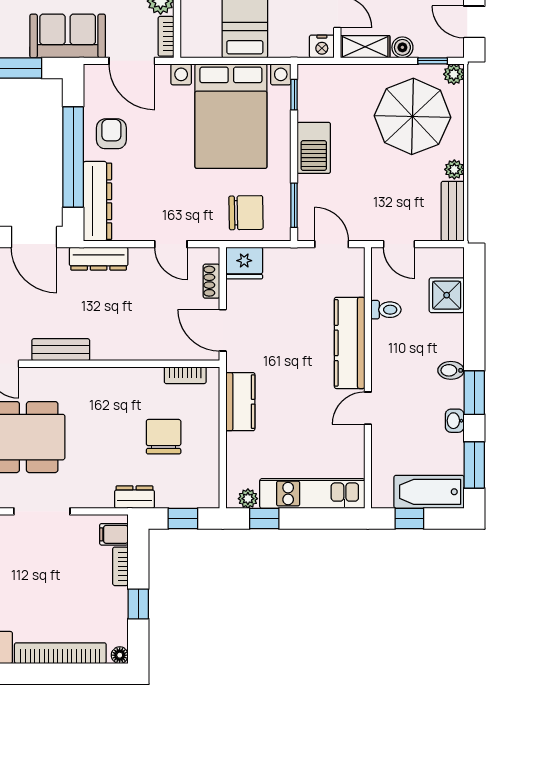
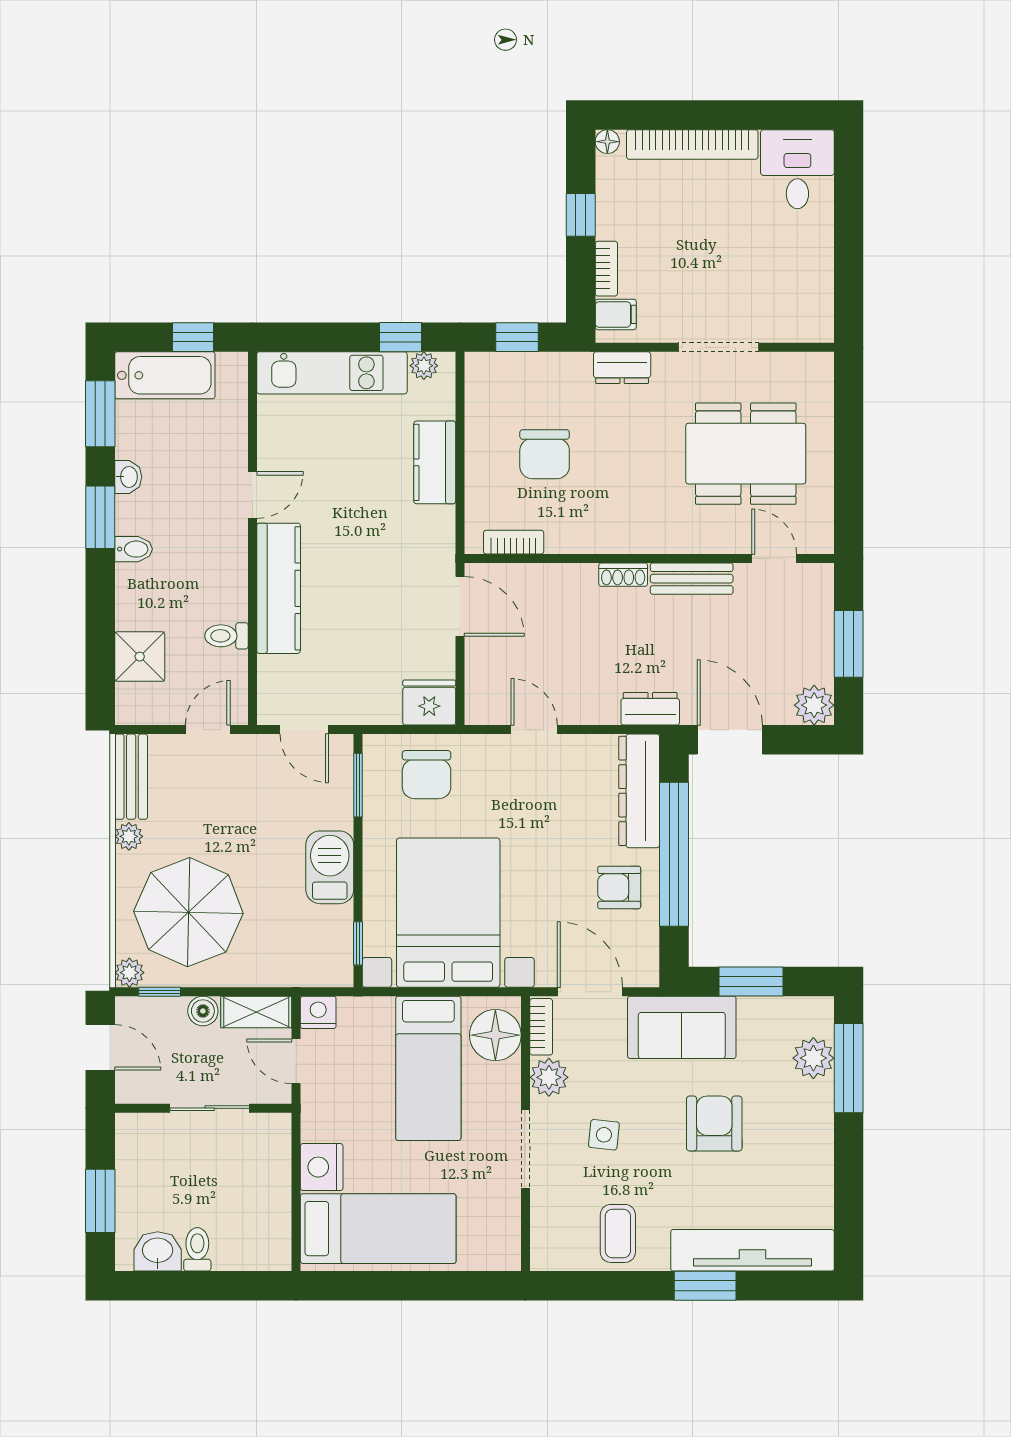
floor lamp: (198, 31) -> (495, 1035), added
armchair: (111, 134) -> (619, 887), turned 90
chair: (246, 213) -> (427, 775), turned -89
door: (399, 244) -> (208, 730), hinge flipped
dresser: (99, 259) -> (650, 709), width x0.70
shoe rack: (211, 281) -> (623, 575), moved, turned 90
kitchen counter: (240, 402) -> (435, 462), moved
dresser: (135, 497) -> (622, 368), moved

